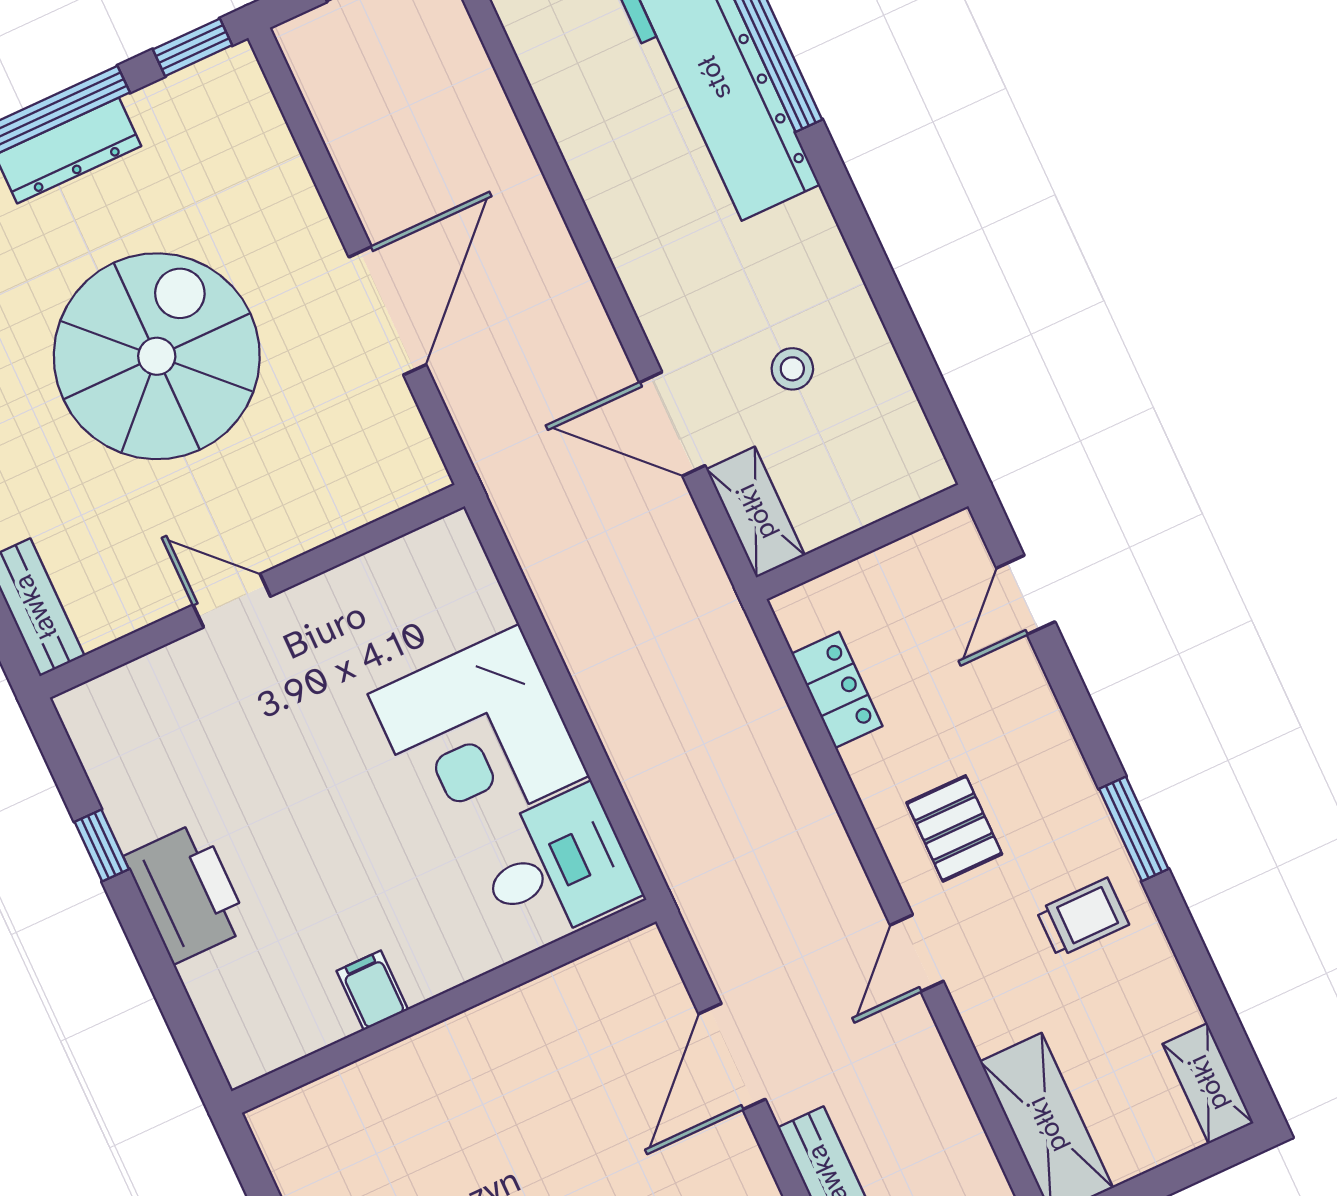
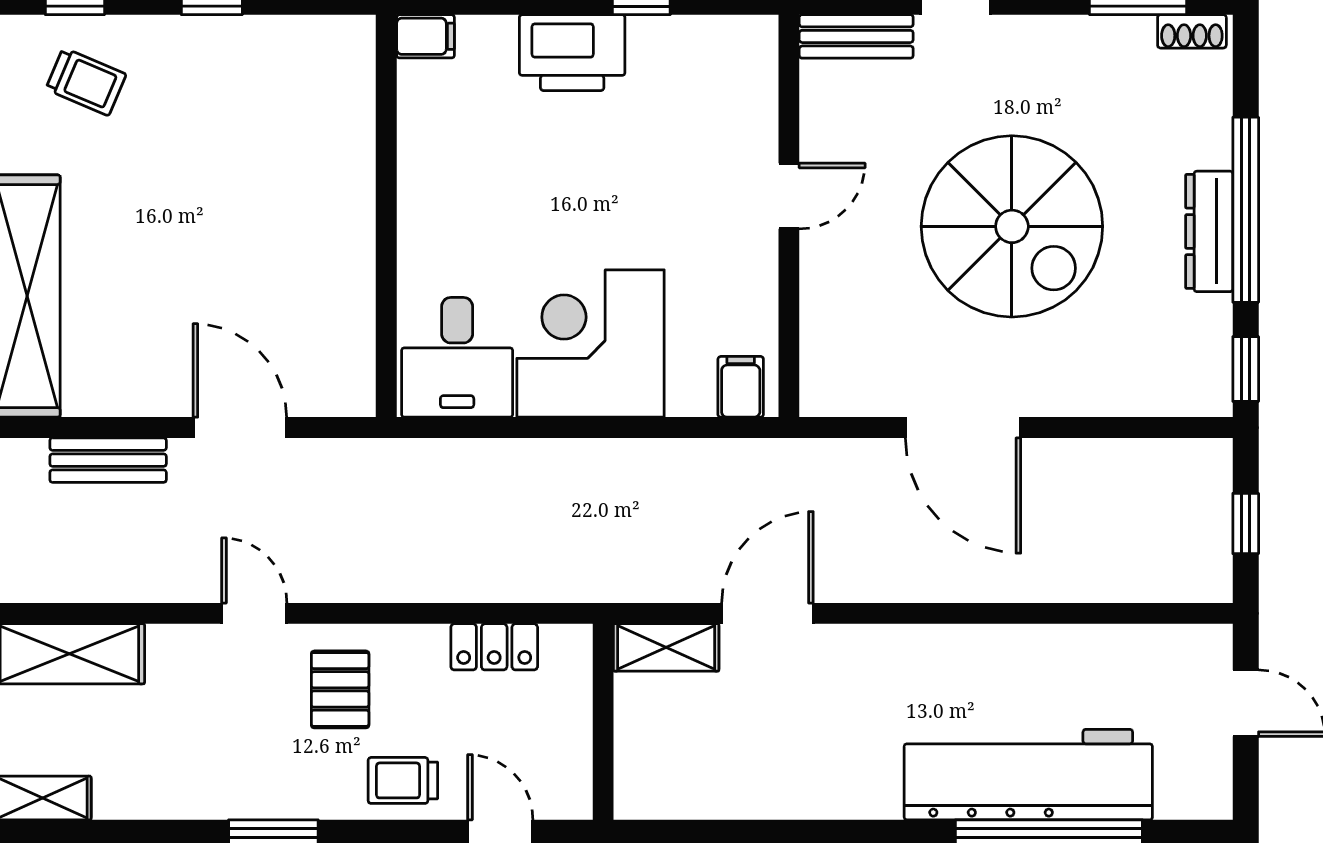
stool: (792, 369) -> (767, 730), removed
filing cabinet: (451, 560) -> (741, 387), added
pallet: (954, 828) -> (340, 689), turned 90
trolley: (1083, 918) -> (403, 780), moved, turned 90
filing cabinet: (372, 990) -> (426, 36), moved

